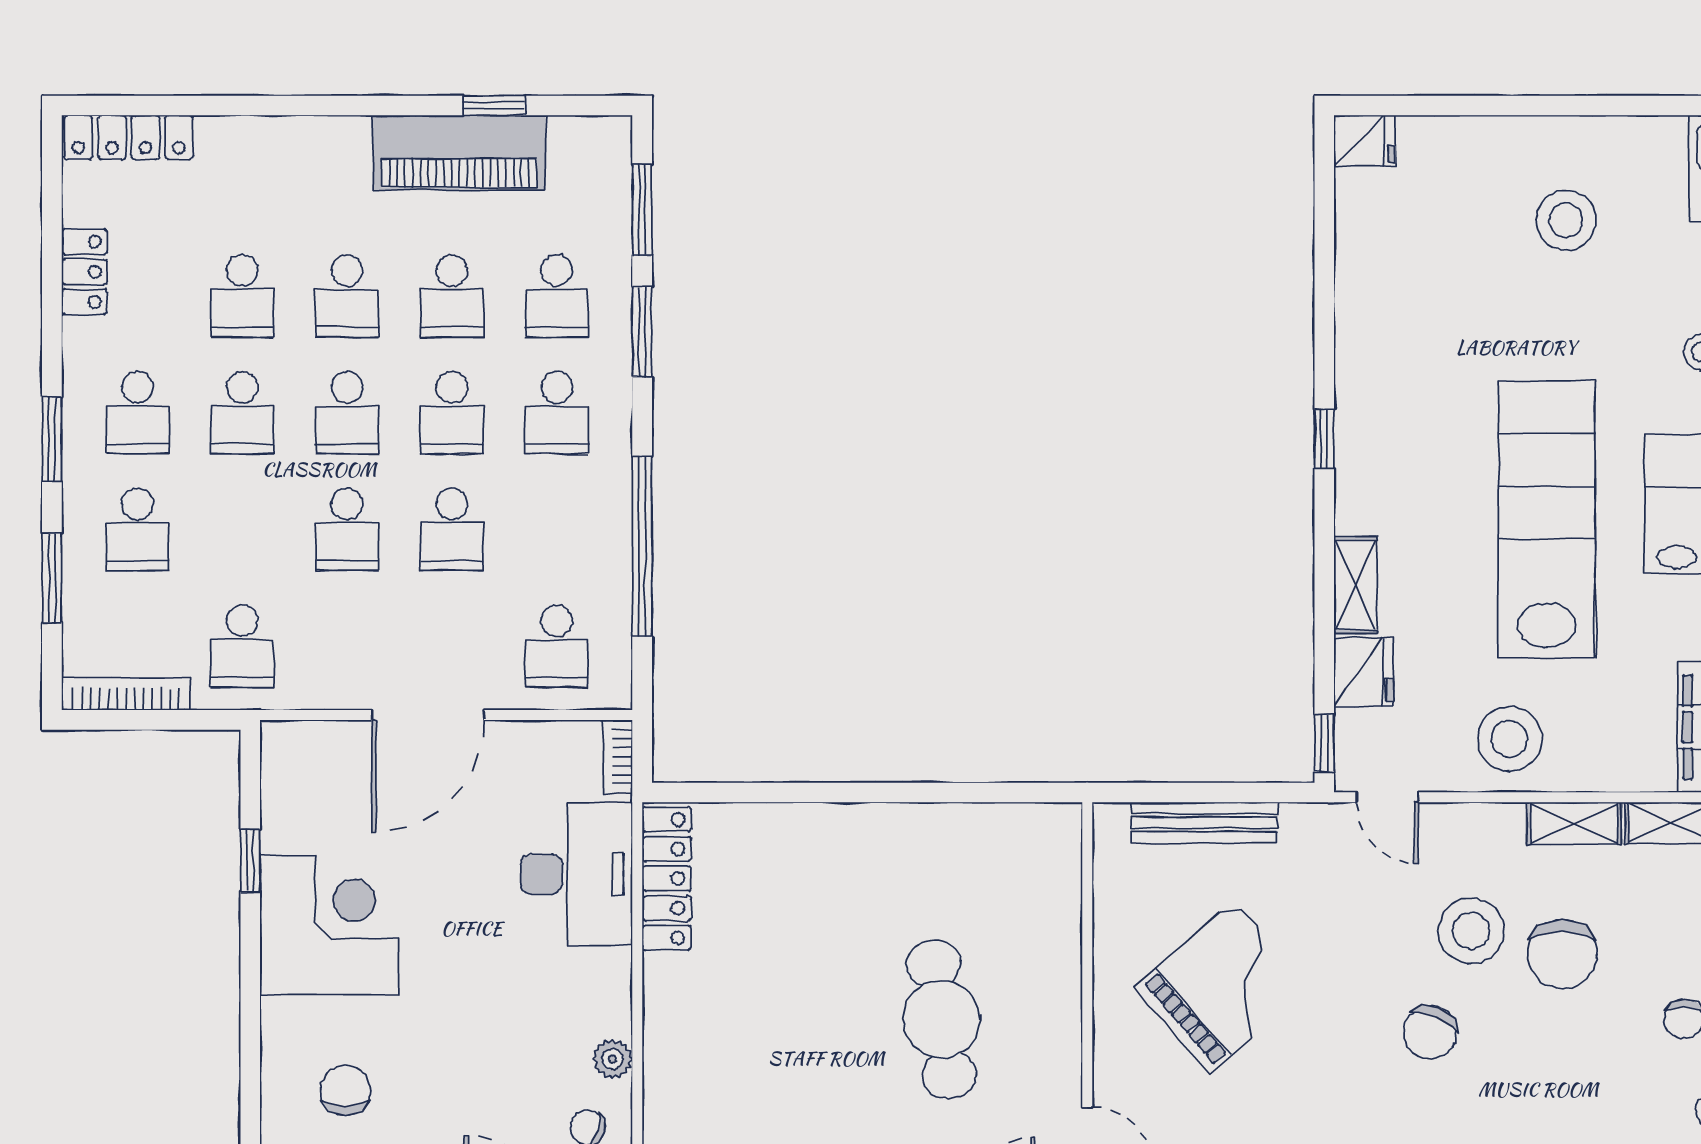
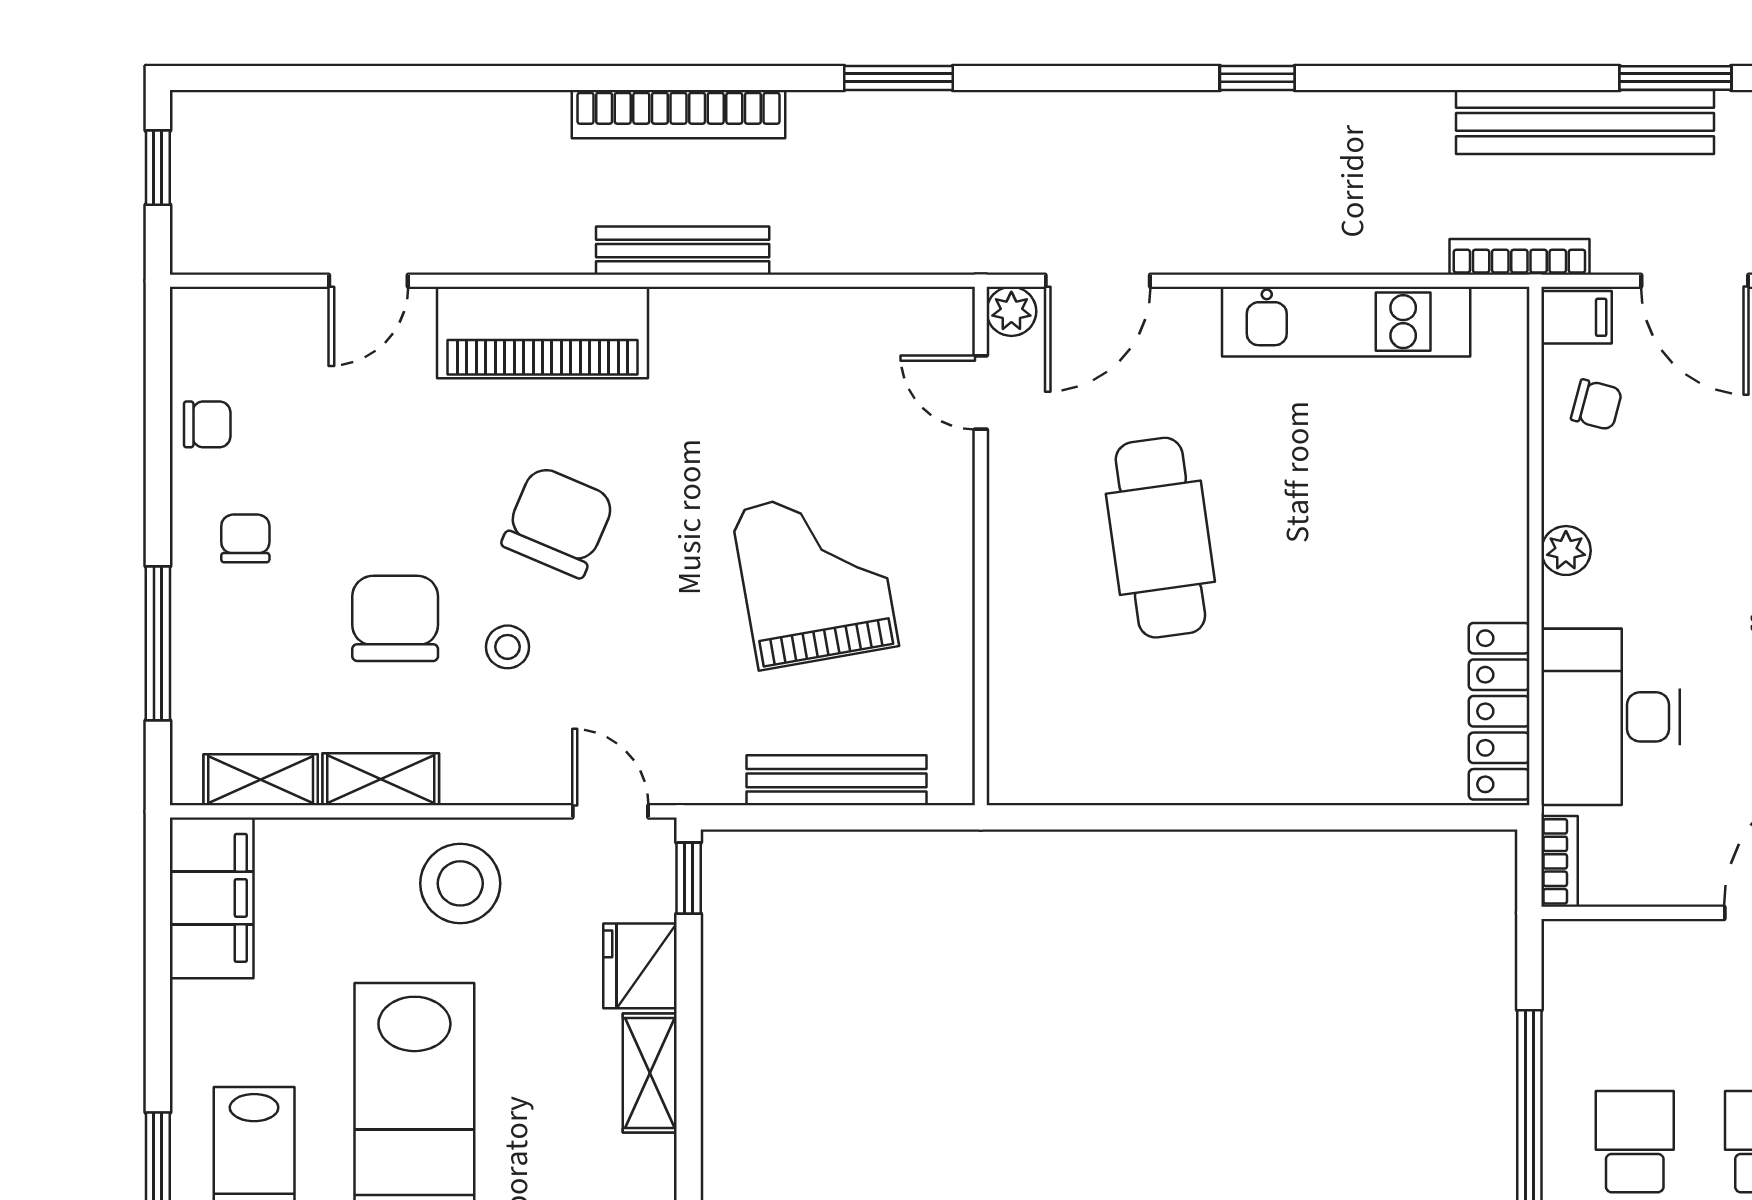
school desk: (557, 646) -> (1635, 1142), moved
stool: (1471, 931) -> (507, 647), width x0.53, depth x0.53
grand piano: (1222, 987) -> (815, 578), turned 121
chair: (1430, 1032) -> (558, 522), width x1.37, depth x1.37
plant: (612, 1059) -> (1566, 551), moved

